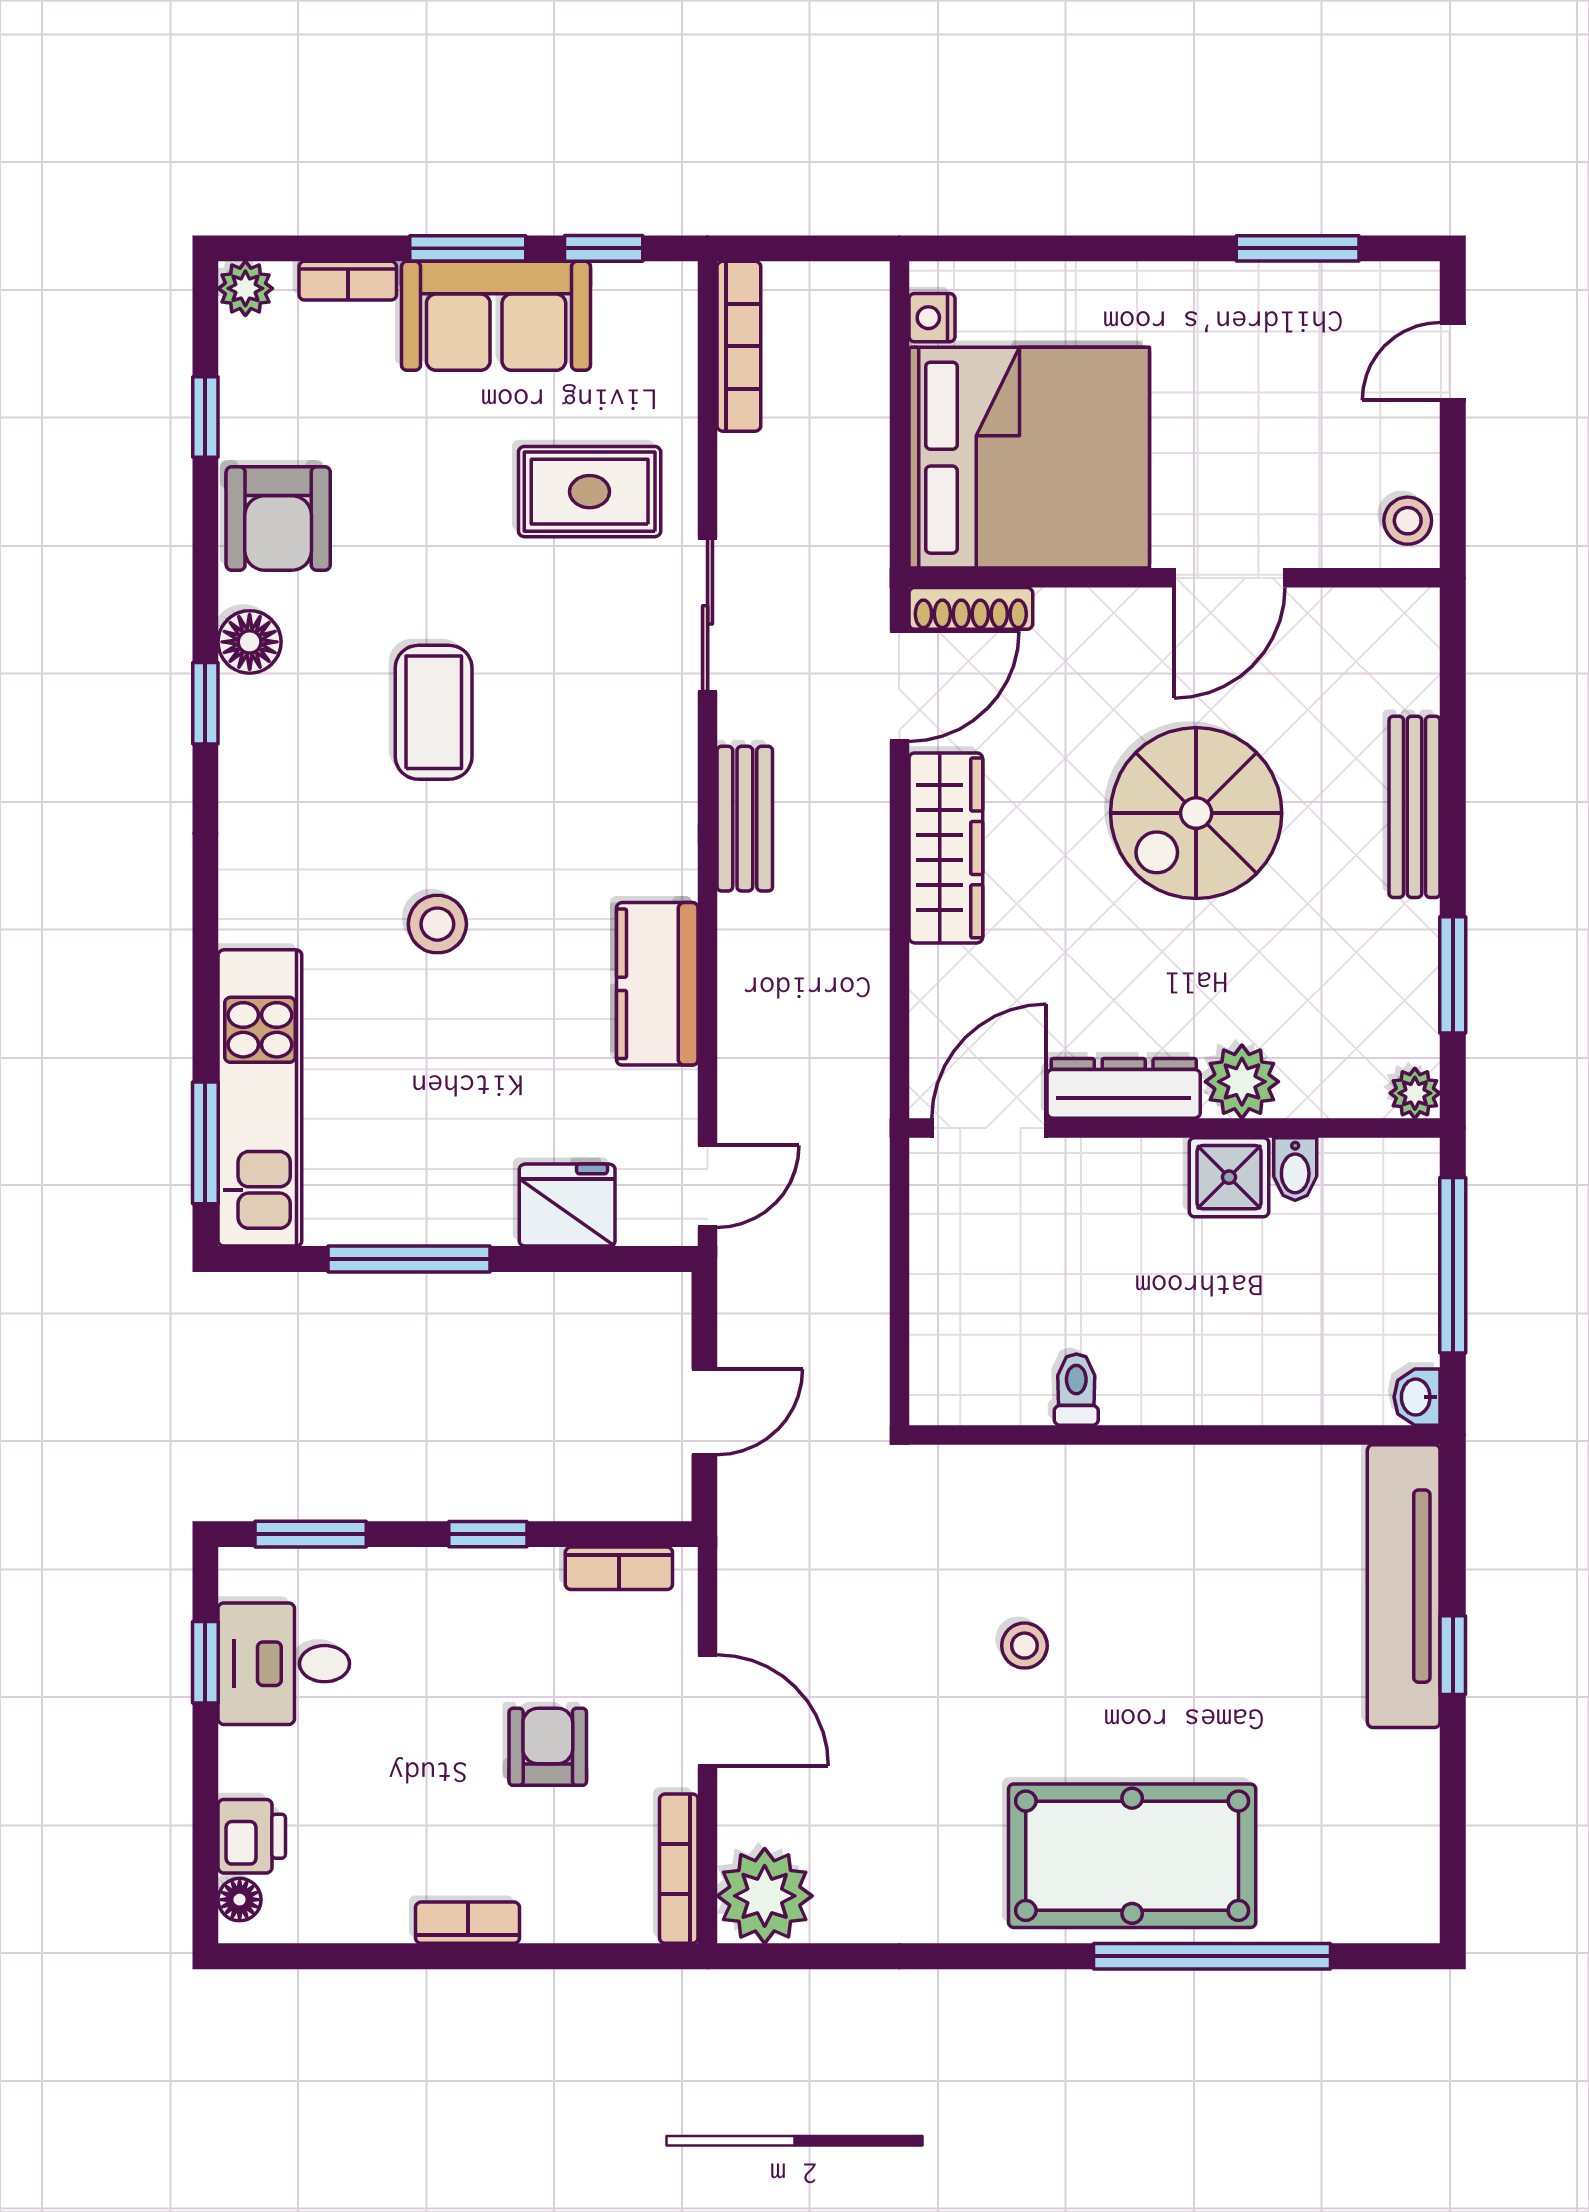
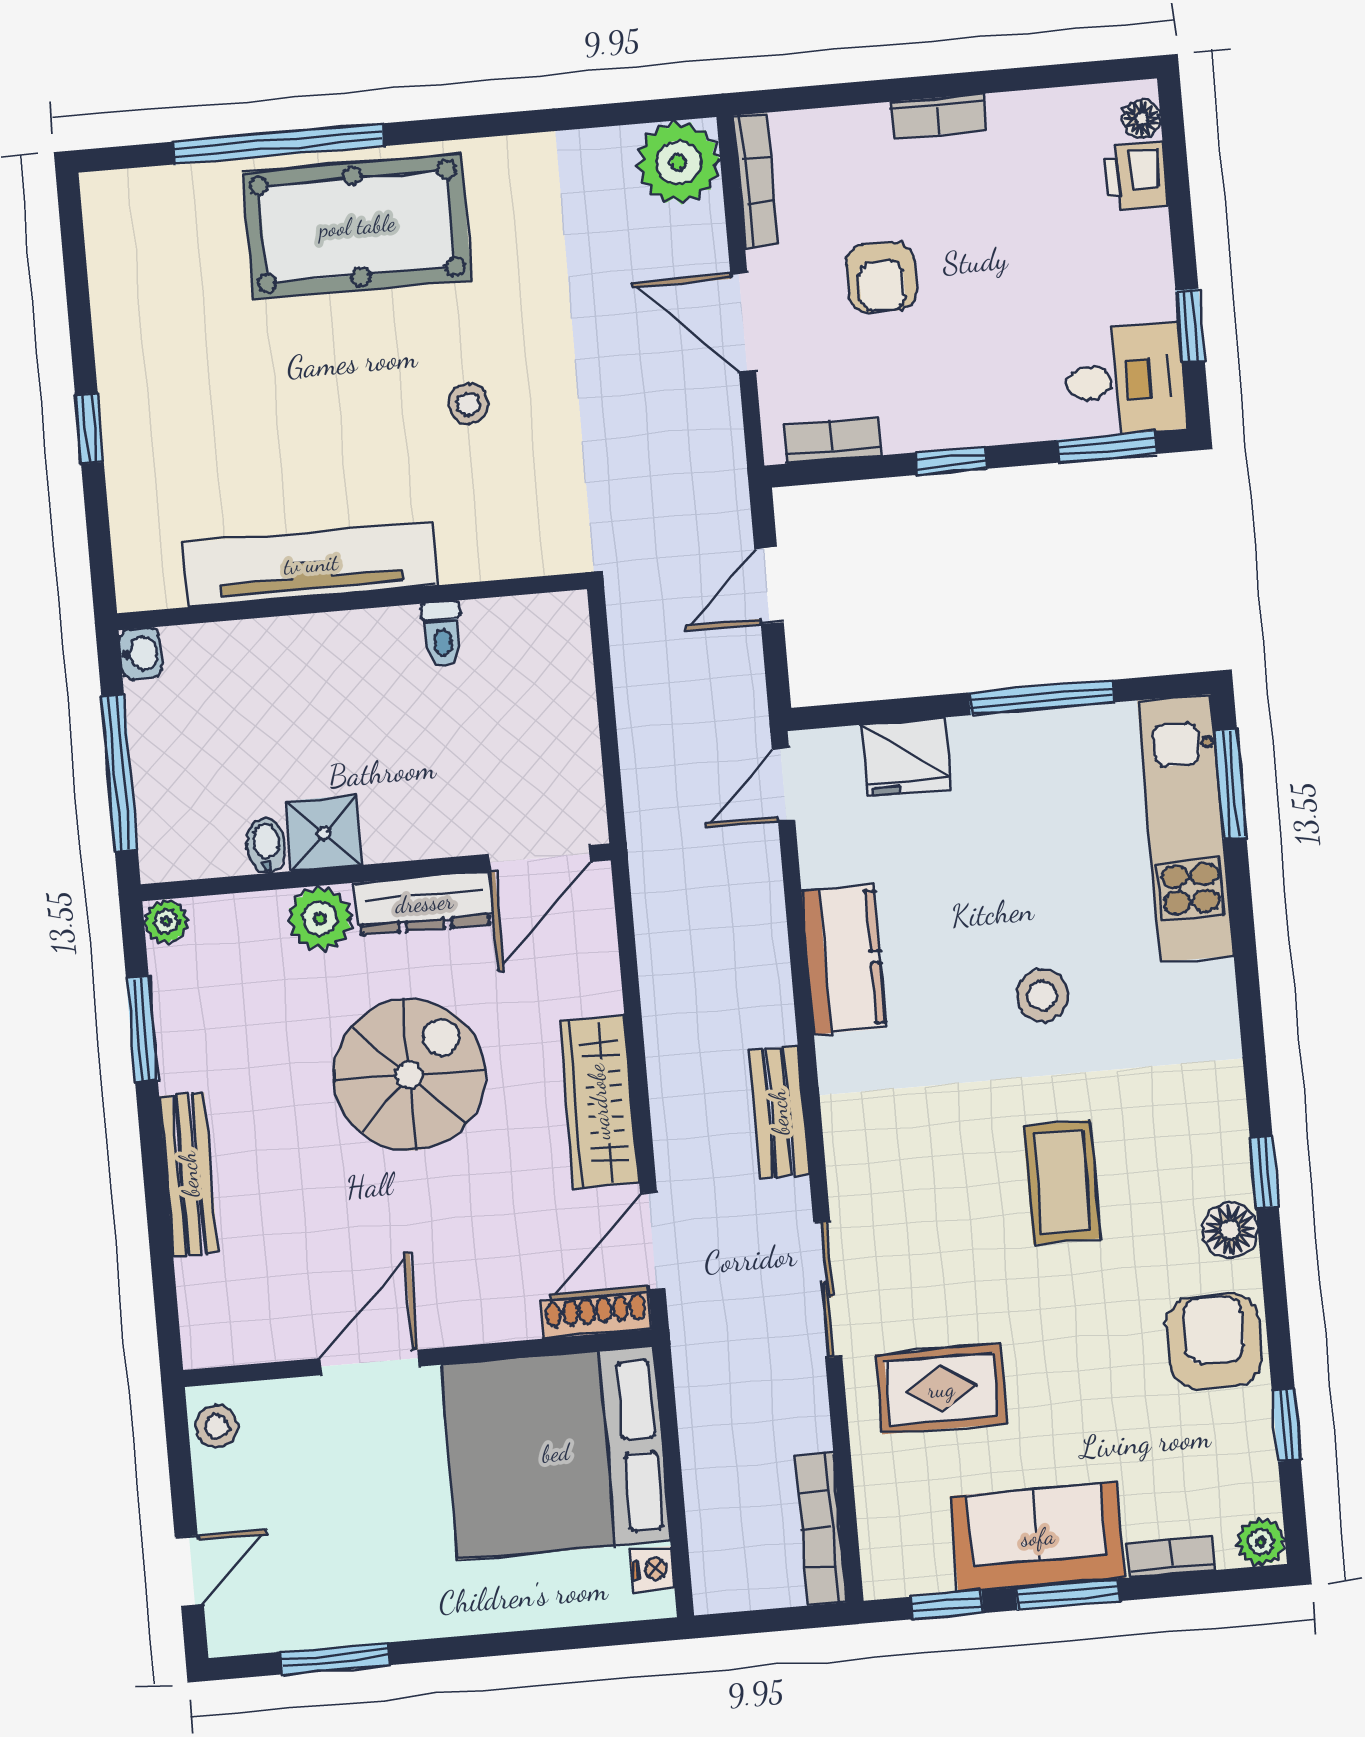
spiral stairs: (1196, 813) -> (409, 1075), moved
tv unit: (1404, 1586) -> (311, 564), moved, turned -90
desk: (284, 1664) -> (1125, 380), moved

